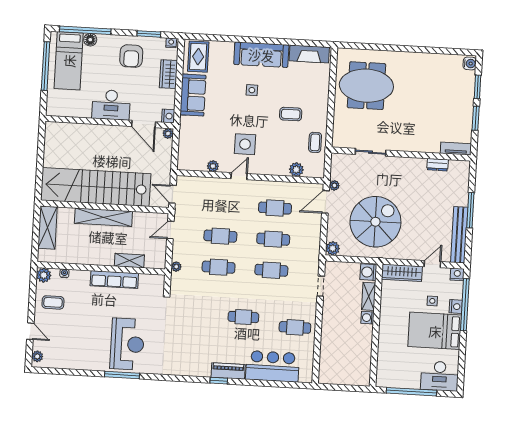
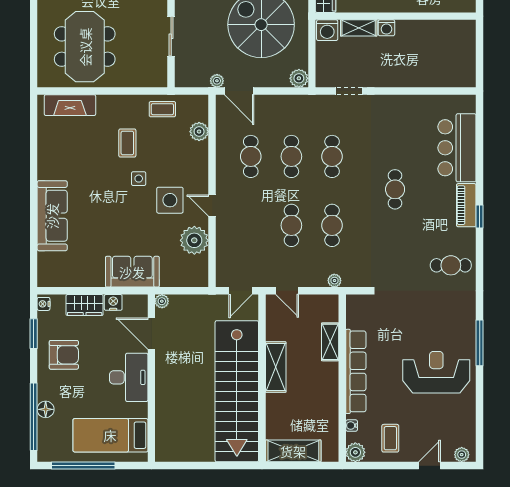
fireplace: (309, 54) -> (70, 105), moved, turned 90
sofa: (261, 55) -> (52, 216), moved
rug: (198, 57) -> (60, 268), removed
bed: (69, 61) -> (110, 435), moved, turned 180
side table: (252, 90) -> (139, 179), moved
sofa: (193, 95) -> (132, 272), moved
nightstand: (168, 116) -> (113, 302), moved
door: (144, 124) -> (151, 334), swing flipped
plant: (213, 166) -> (194, 240), width x1.88, depth x1.88
shelving: (103, 217) -> (276, 367), width x0.68
row of seats: (114, 279) -> (356, 371), width x1.36
cafe table: (295, 327) -> (451, 265), moved, turned 90
reception desk: (127, 344) -> (436, 372), moved

